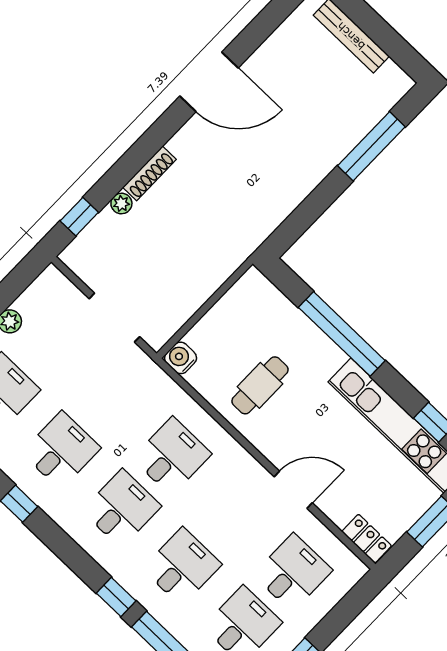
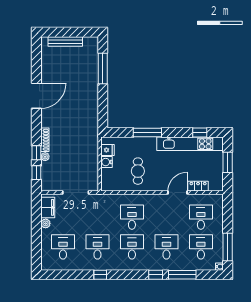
window: (113, 182) -> (36, 153), added
filing cabinet: (40, 297) -> (48, 207), added
fridge: (242, 297) -> (108, 150), added
window: (342, 334) -> (147, 133), width x0.68
water cooler: (181, 358) -> (107, 162), moved
locker: (367, 539) -> (198, 186), moved

